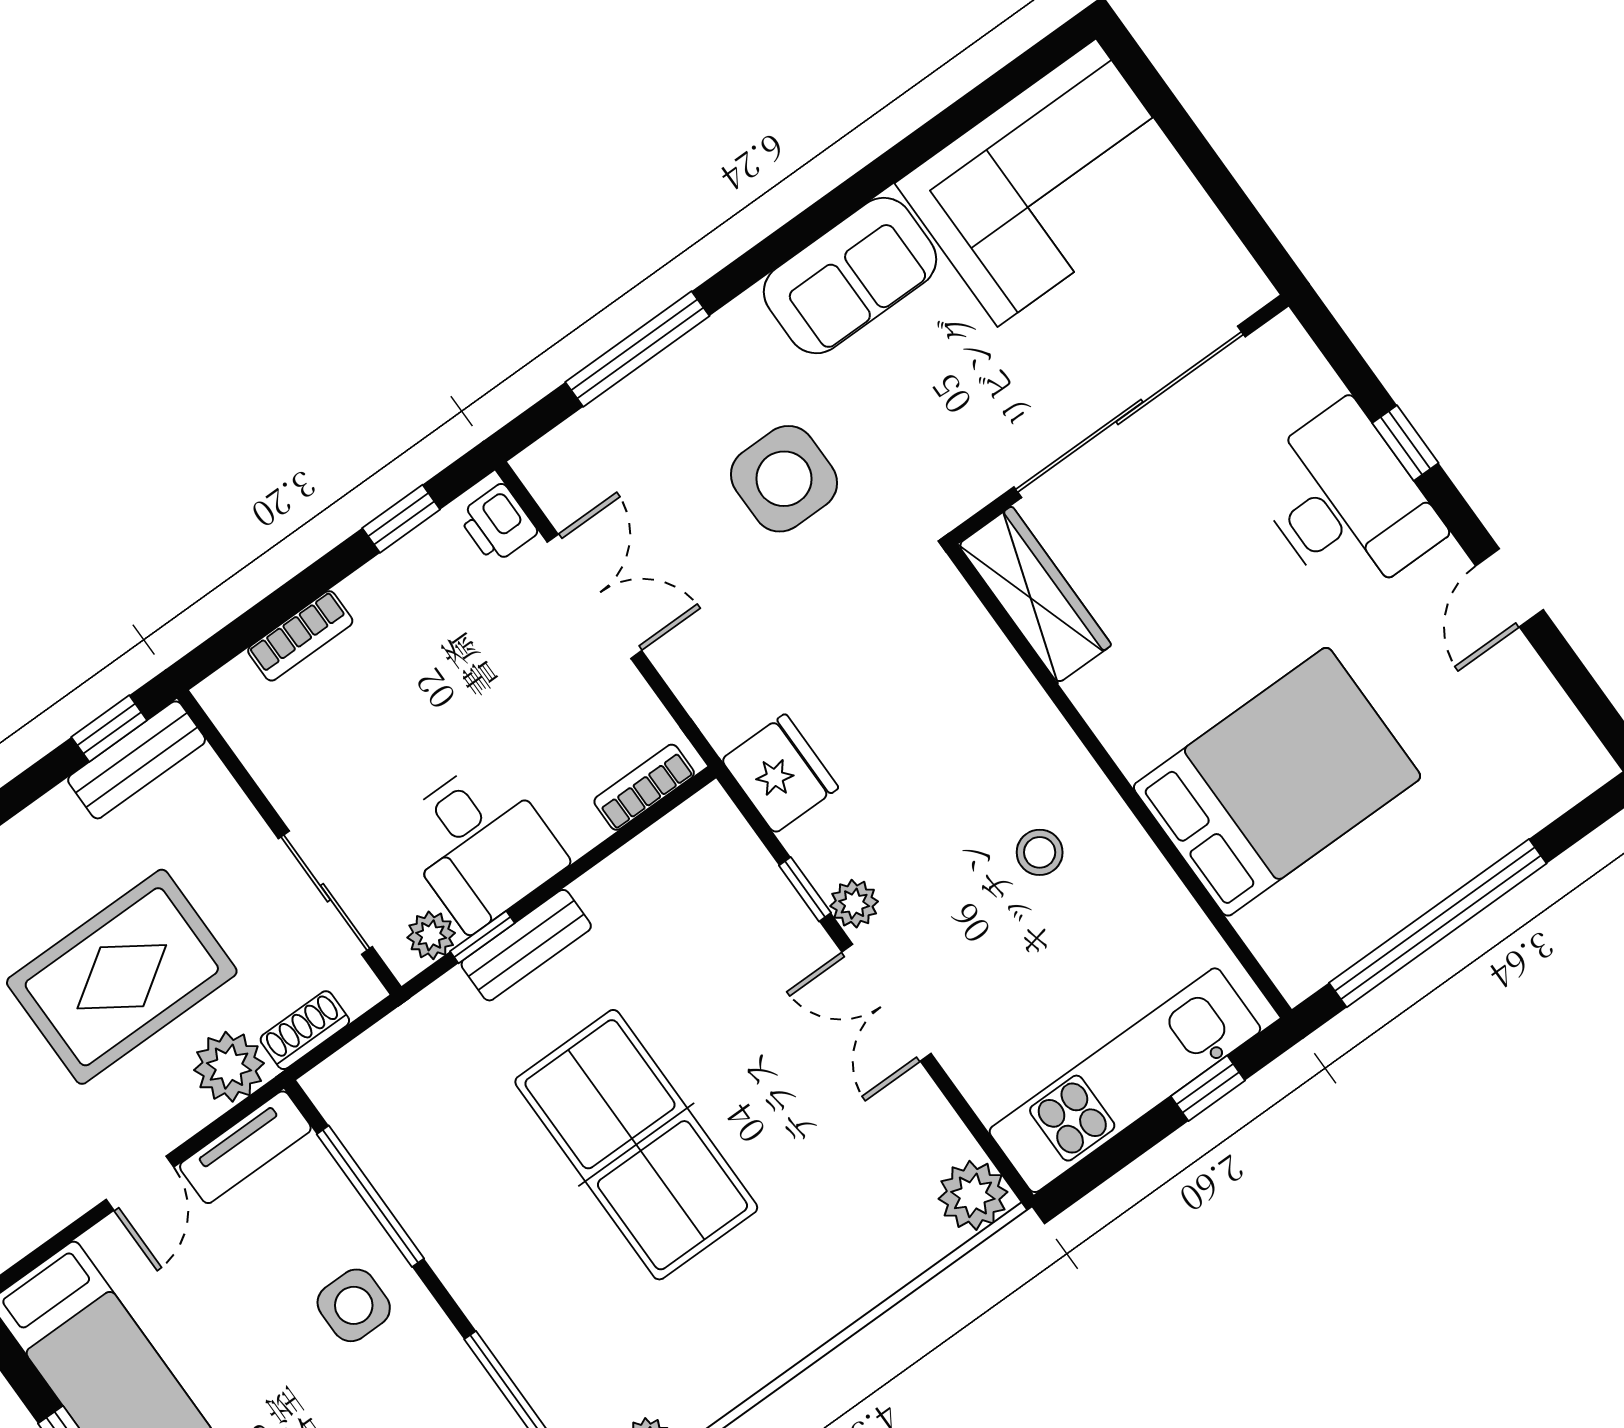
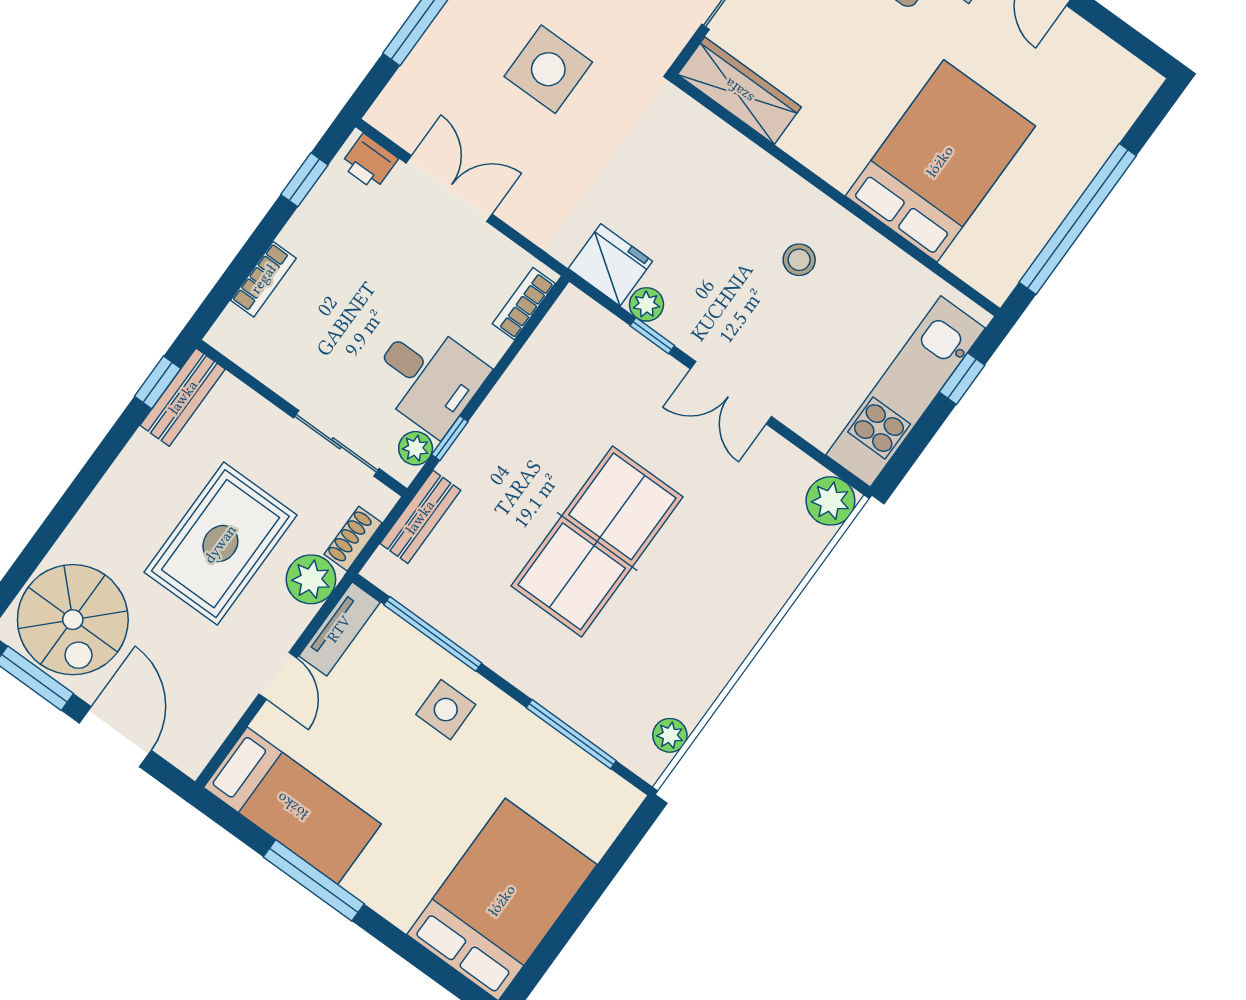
plant: (854, 904) -> (646, 304), moved
bench: (526, 945) -> (420, 517), moved
table tennis table: (636, 1145) -> (597, 541), turned 90

